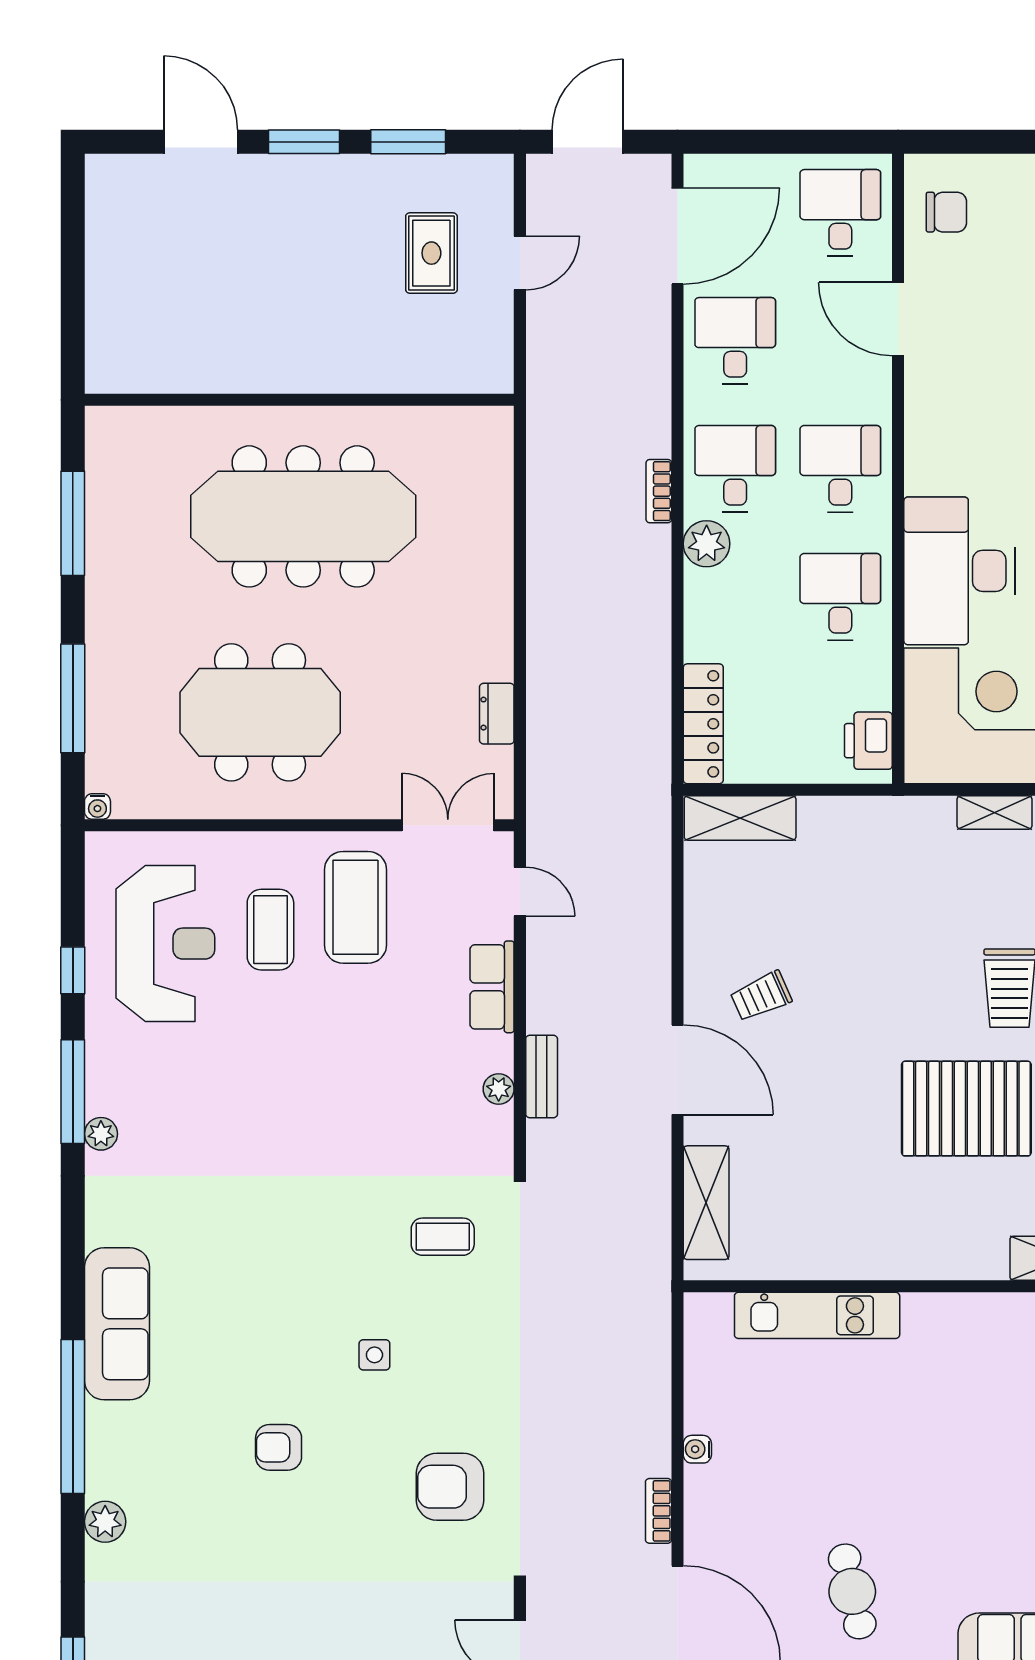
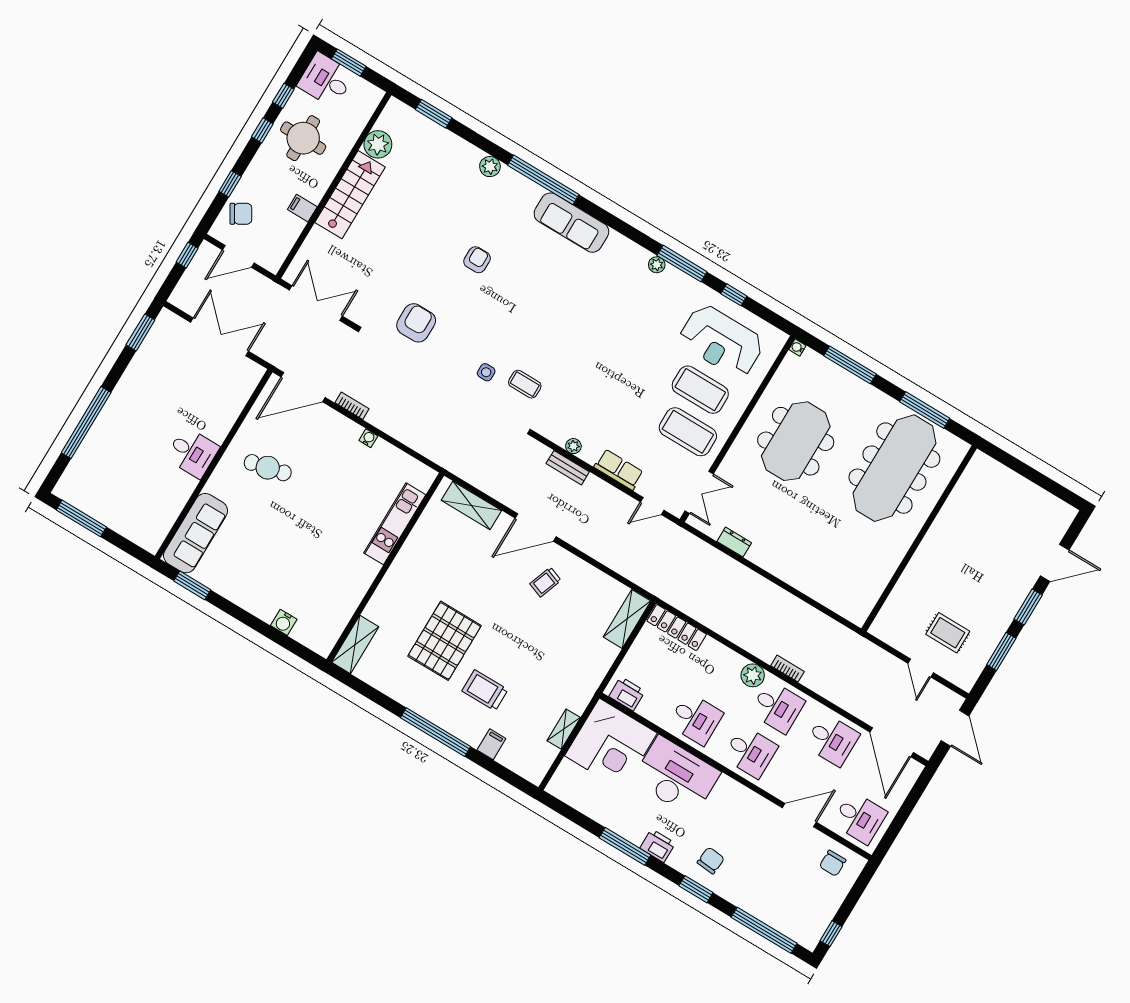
meeting table: (303, 516) -> (894, 468), moved
coffee table: (270, 930) -> (700, 390), width x1.36, depth x1.32
trolley: (761, 996) -> (545, 582), turned -136
coffee table: (443, 1237) -> (525, 384), turned 90
side table: (374, 1355) -> (486, 372), moved

